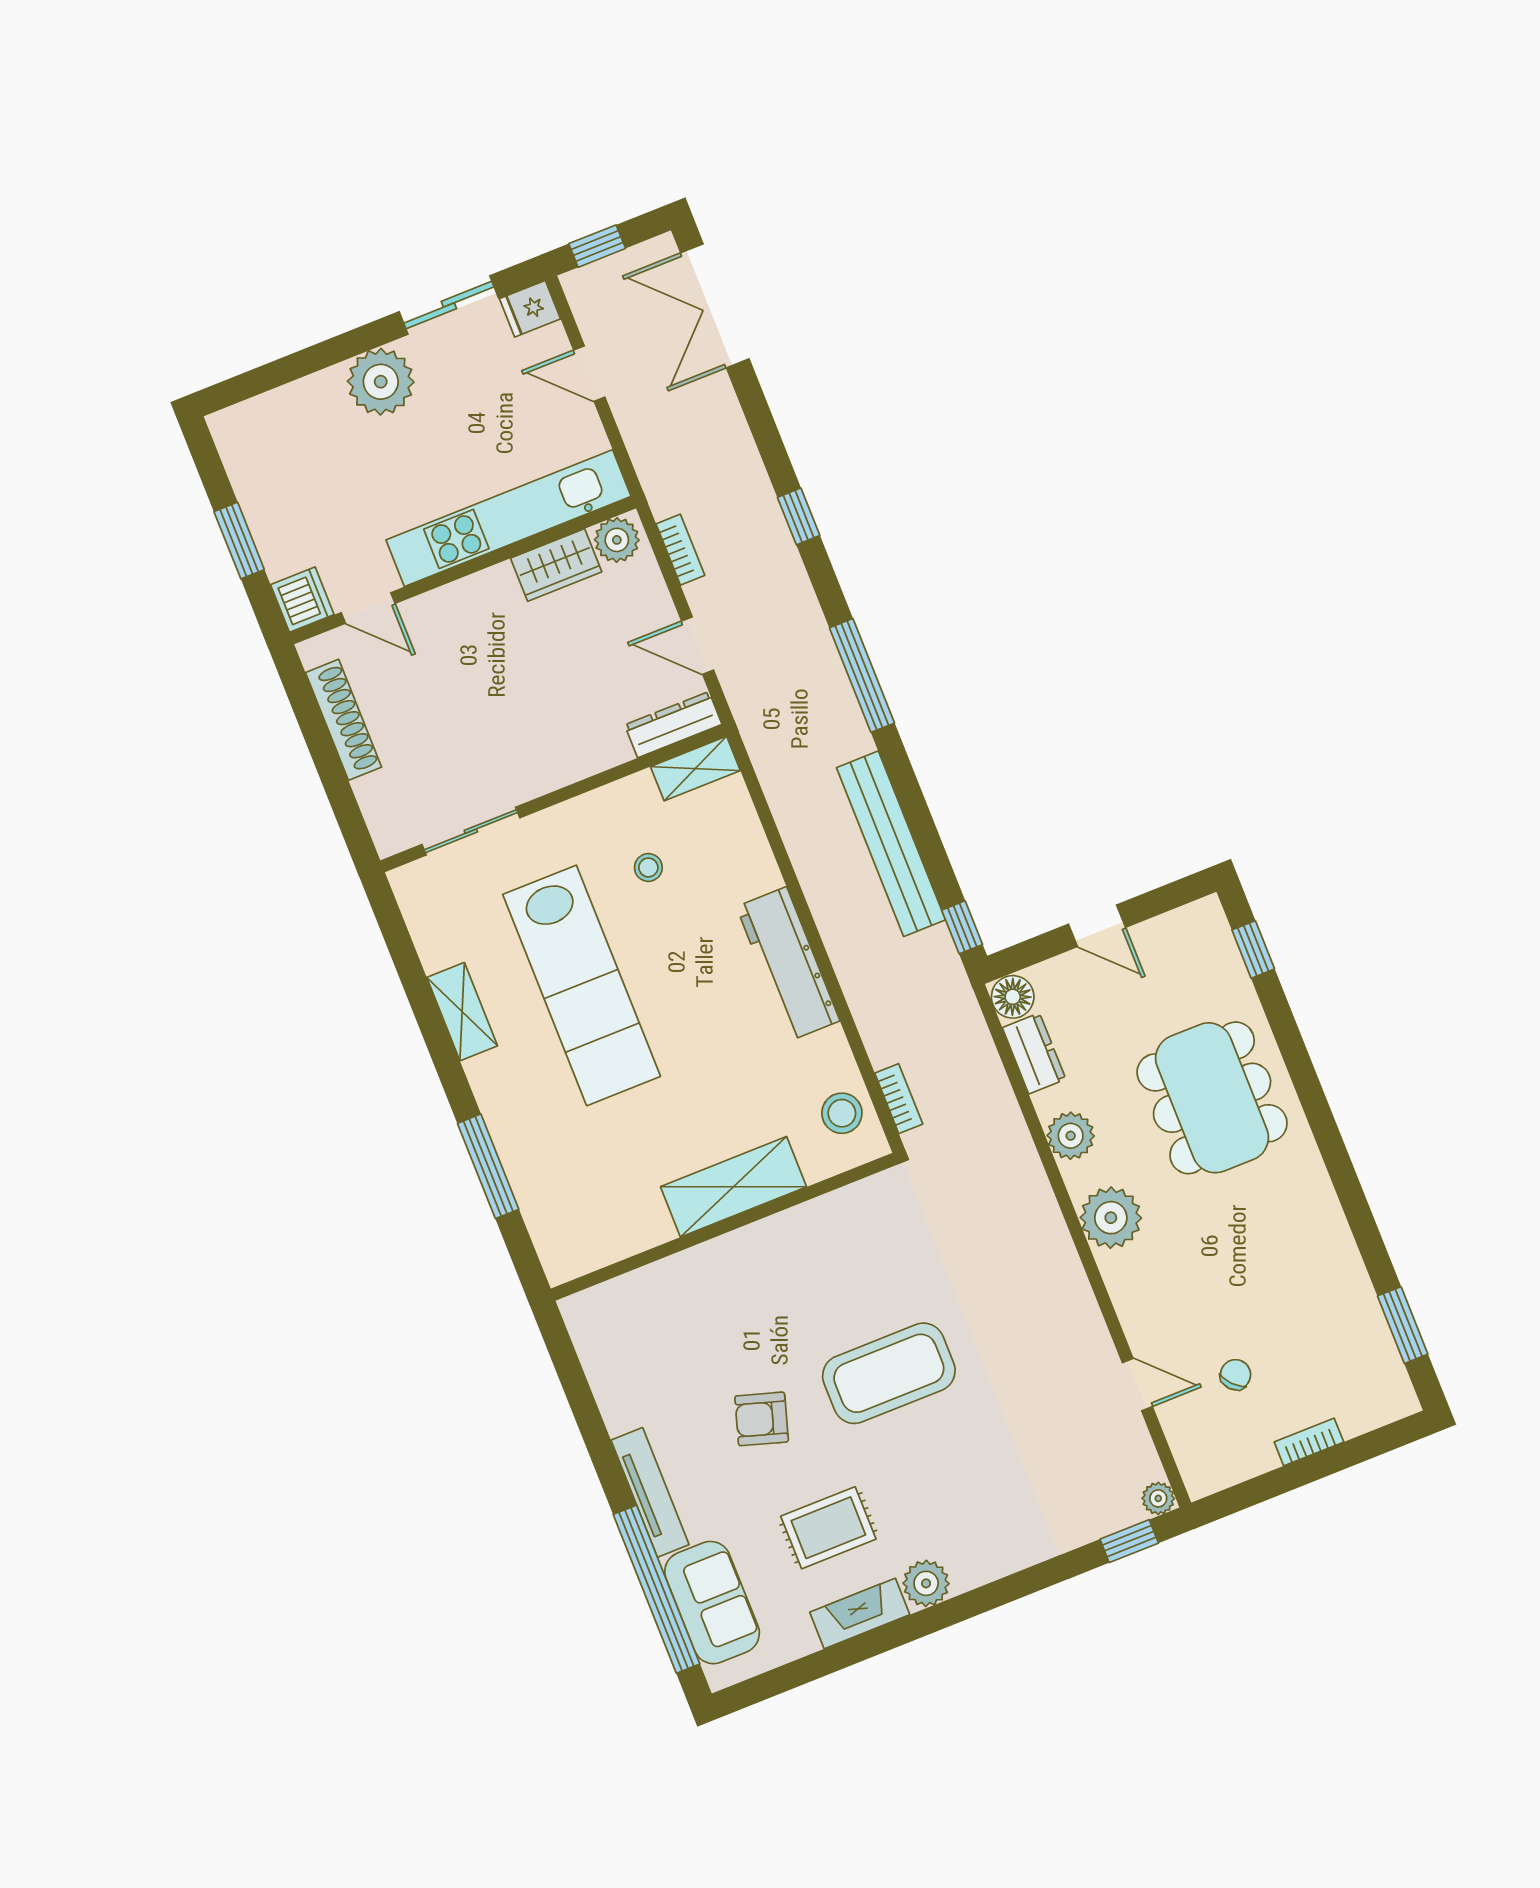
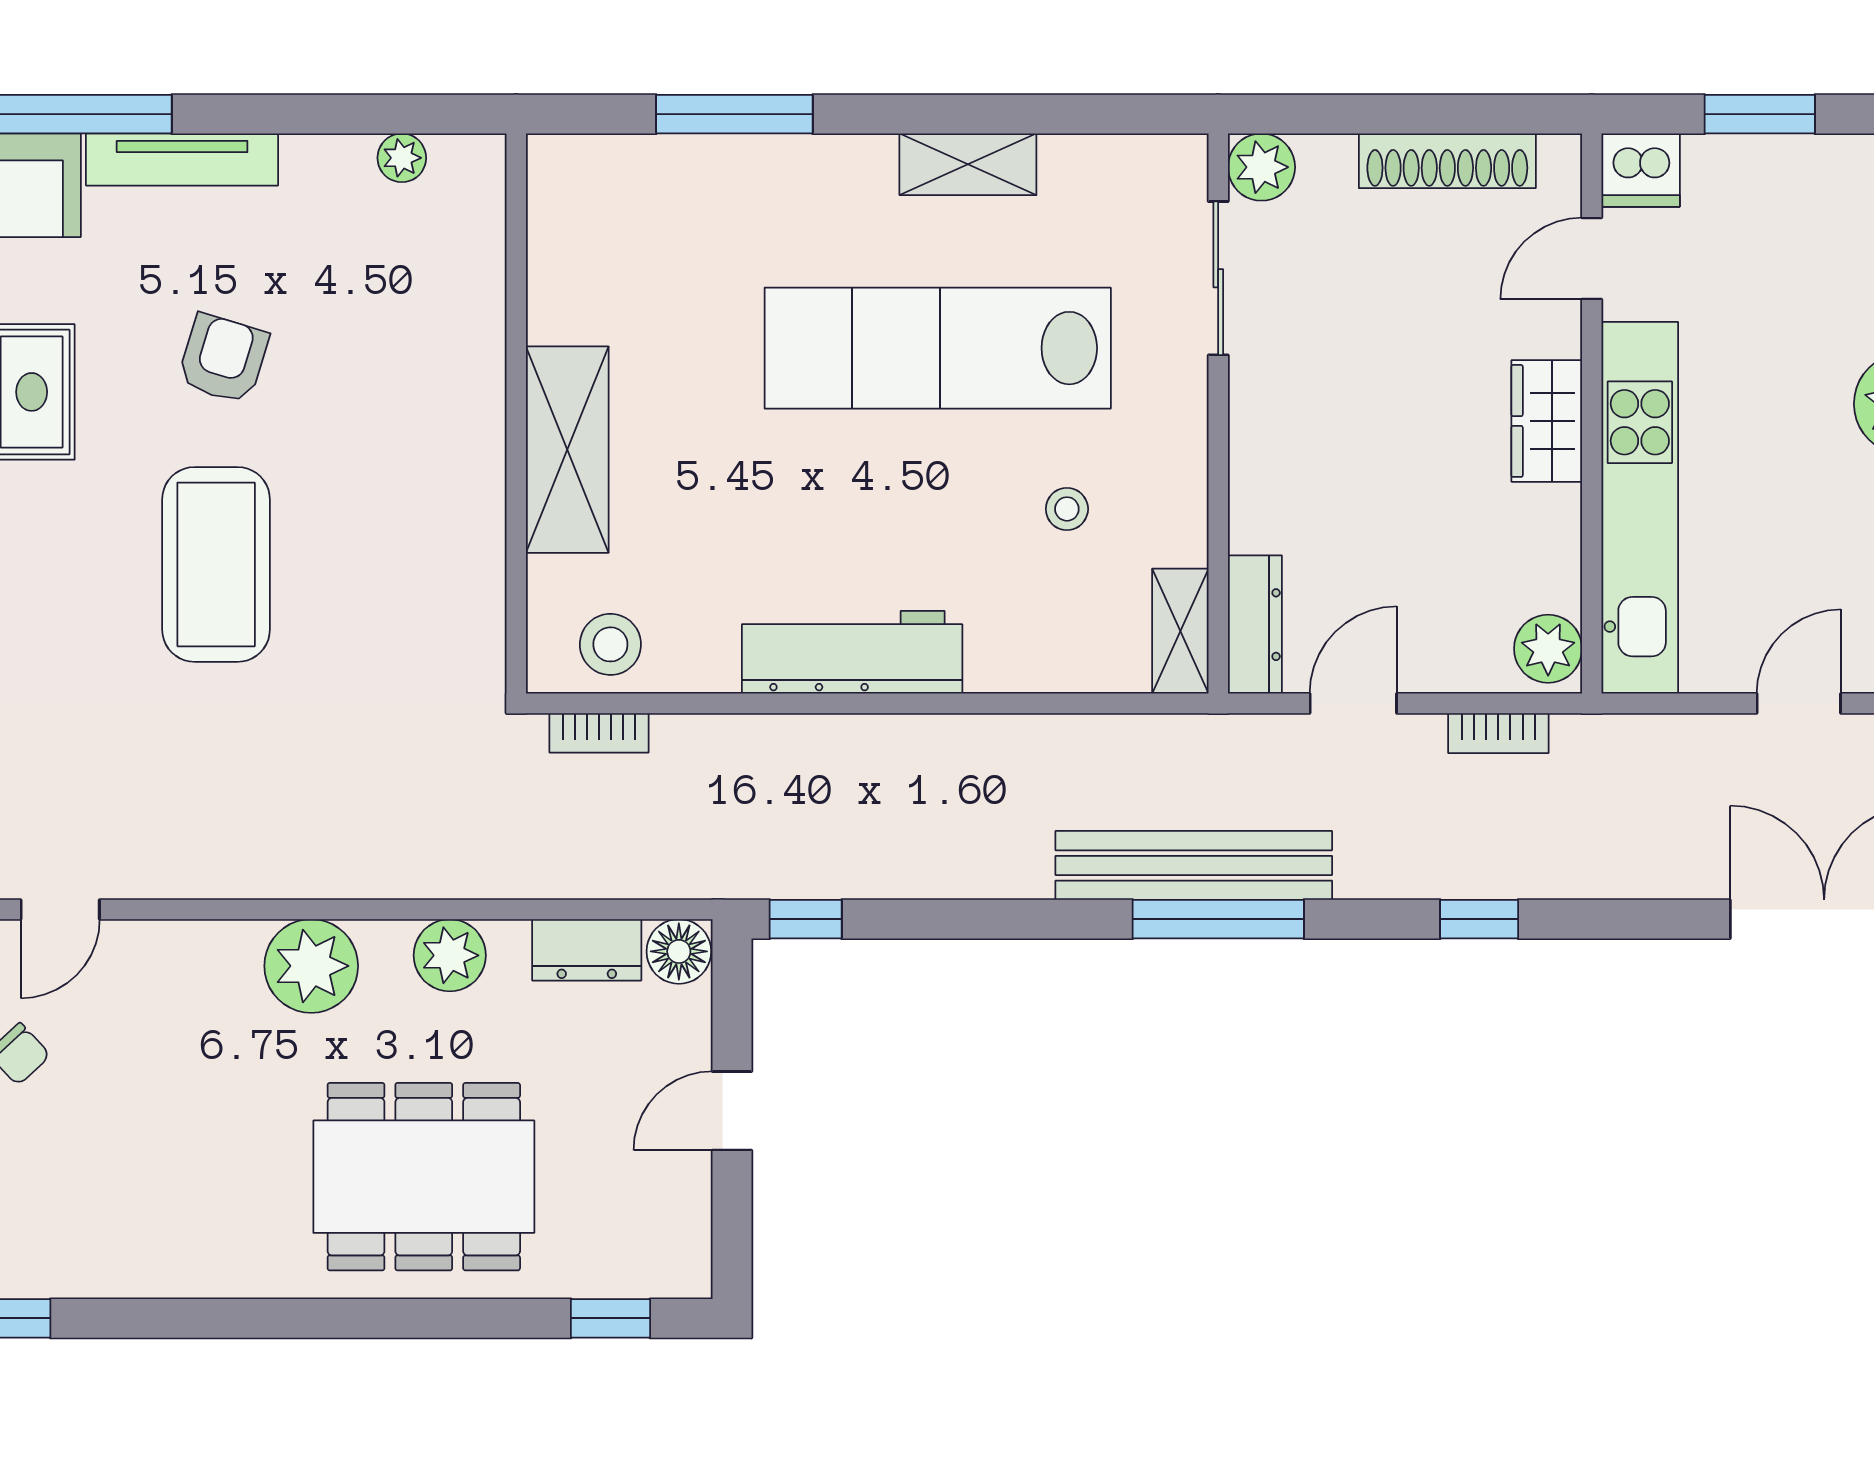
wardrobe: (556, 565) -> (1547, 421), moved
plant: (392, 832) -> (1261, 167), added
bench: (891, 844) -> (1194, 865), moved
plant: (596, 1359) -> (402, 158), added

